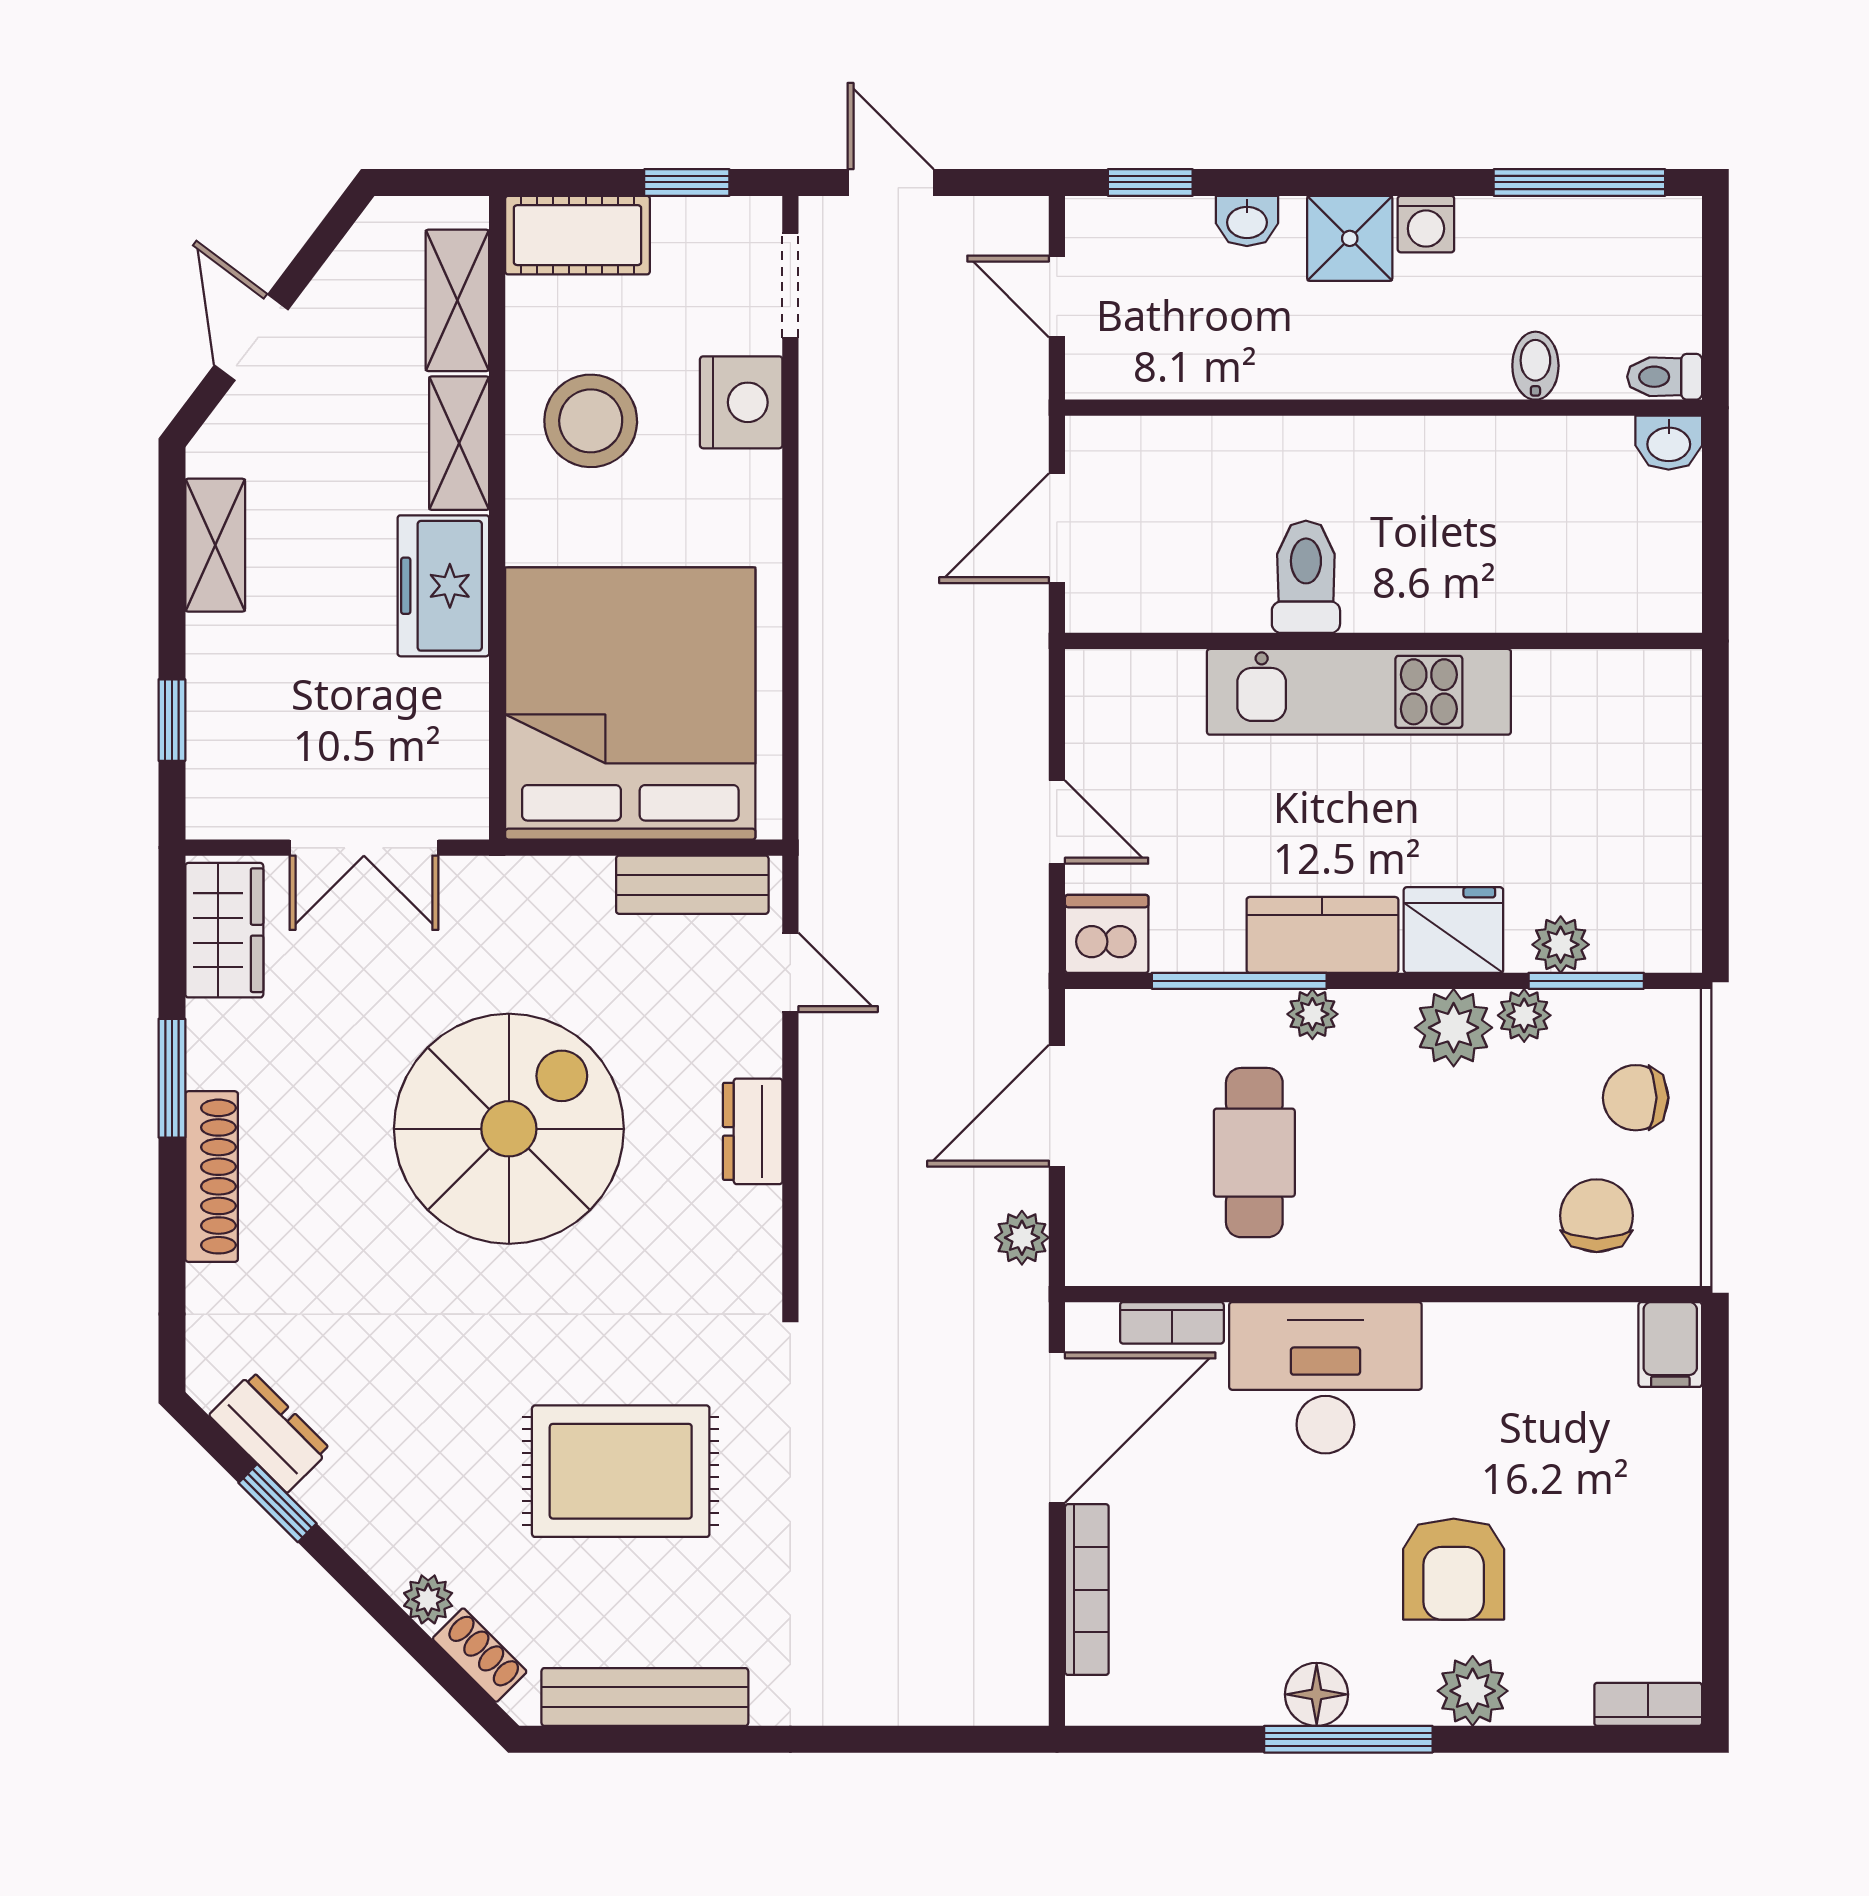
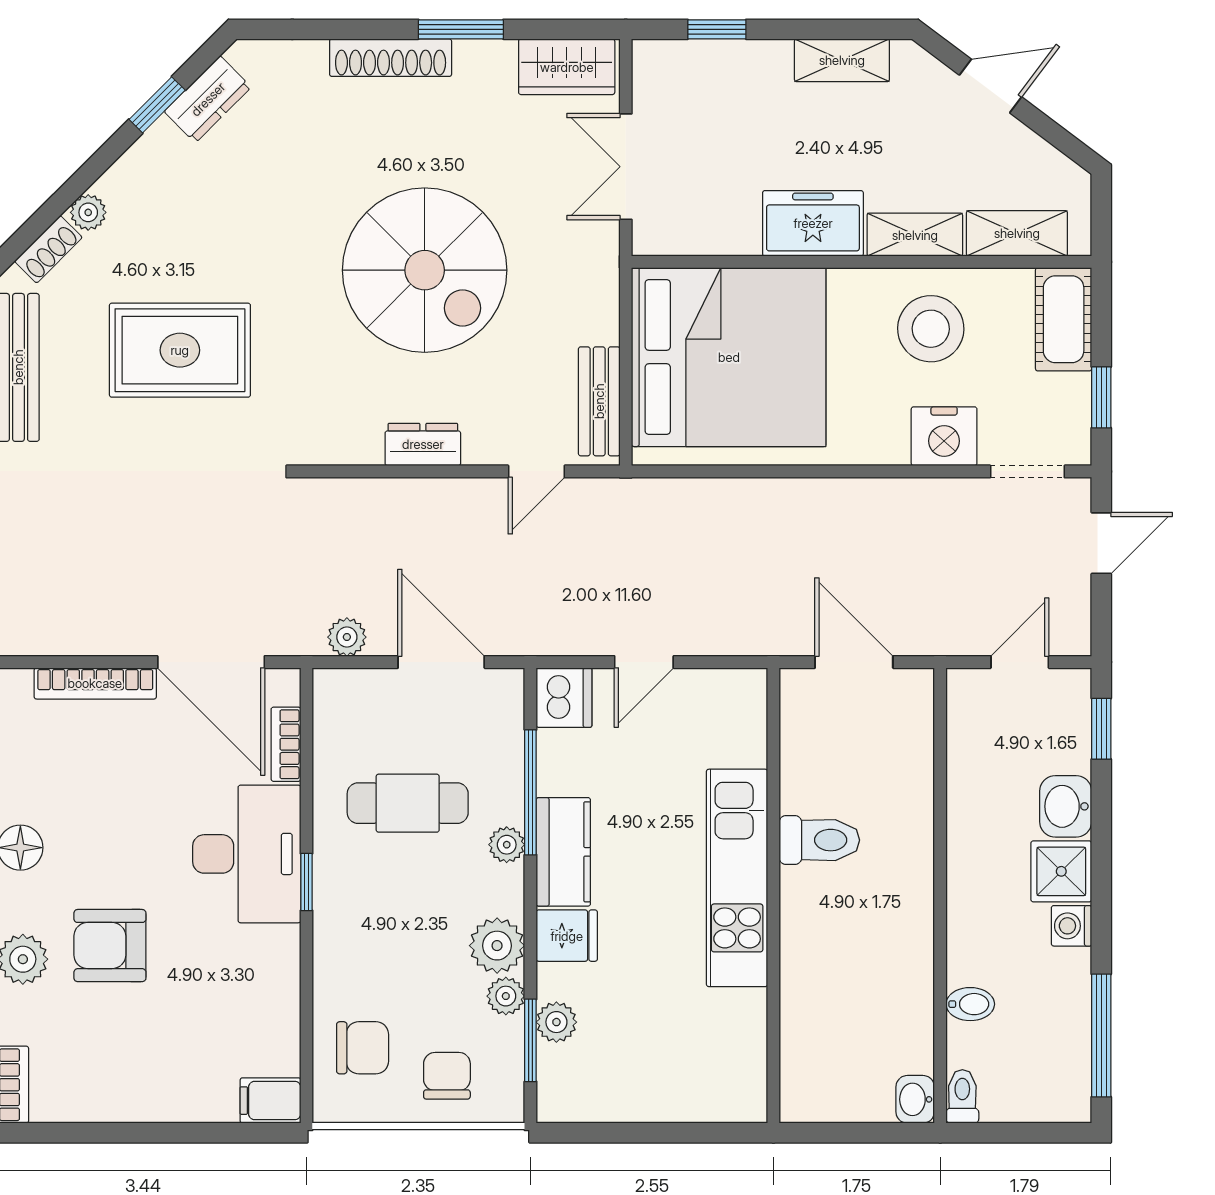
washbasin: (1247, 221) -> (1066, 806), width x1.38, depth x1.45
fridge: (1453, 930) -> (567, 936), width x0.72
window: (1365, 1294) -> (307, 882), added
rug: (621, 1471) -> (180, 350), turned 90

